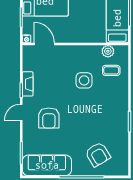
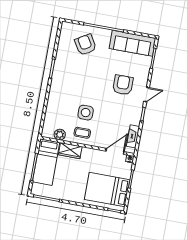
wardrobe: (93, 36) -> (70, 151), added
door: (44, 44) -> (115, 151), swing flipped
coffee table: (111, 70) -> (82, 133), moved
fireplace: (28, 84) -> (133, 136), moved

